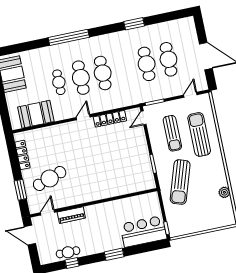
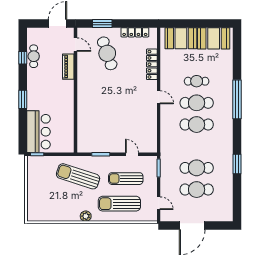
booth: (36, 114) -> (181, 38), moved, turned 90
door: (143, 118) -> (132, 154), moved
locker: (110, 119) -> (152, 64), moved
sun lounger: (199, 134) -> (119, 204), turned 180
plant: (224, 192) -> (86, 216), moved

